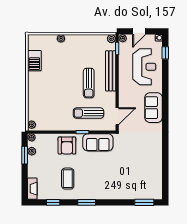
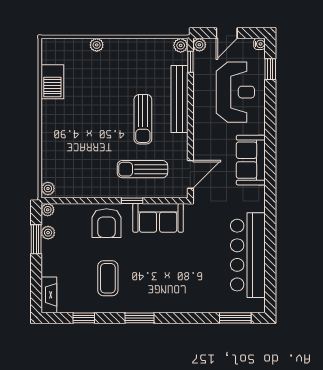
bar counter: (152, 165) -> (248, 255), added

